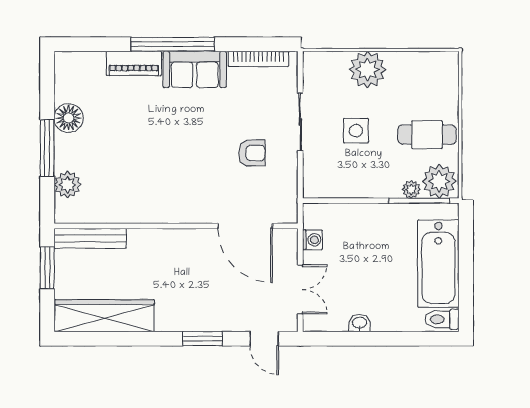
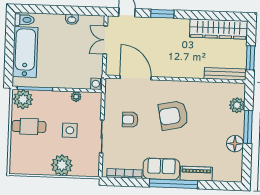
armchair: (177, 163) -> (173, 115), added
plant: (411, 189) -> (76, 97), moved
washing machine: (312, 240) -> (97, 84), moved

